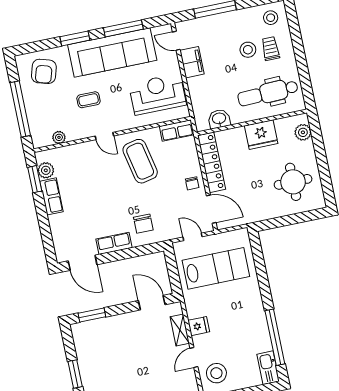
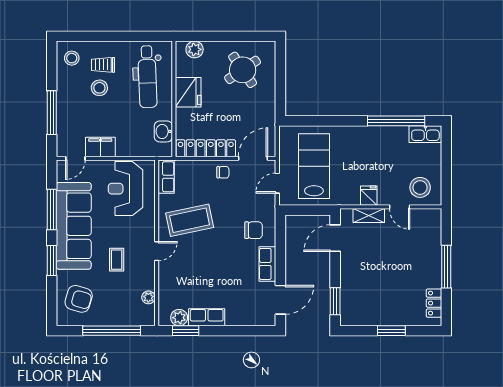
round table: (293, 182) -> (243, 70), turned -34

